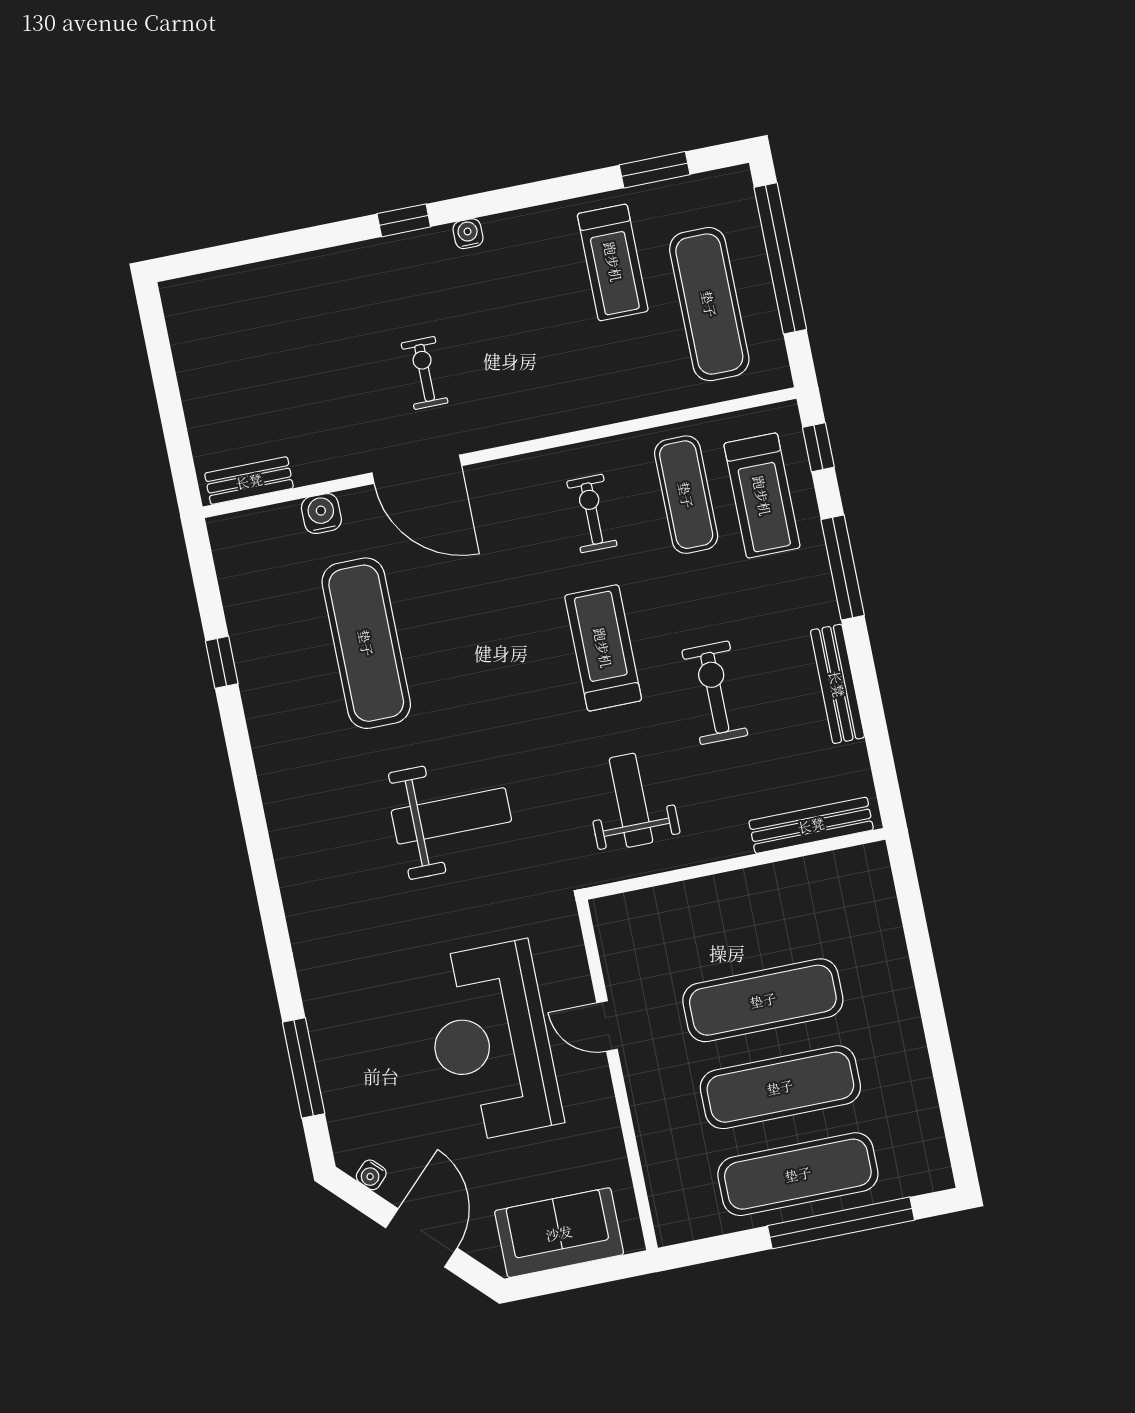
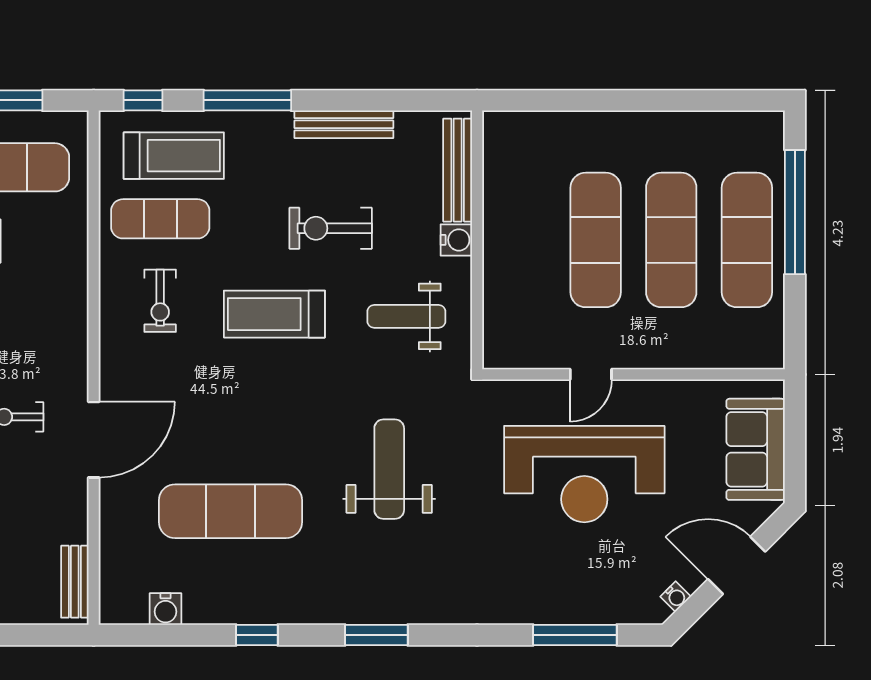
water cooler: (321, 514) -> (166, 609), moved, turned -90
exercise bike: (592, 514) -> (160, 301), turned -90
window: (222, 662) -> (257, 635), moved
window: (258, 840) -> (376, 635), added
water cooler: (730, 840) -> (456, 240), added

